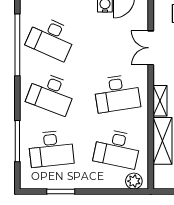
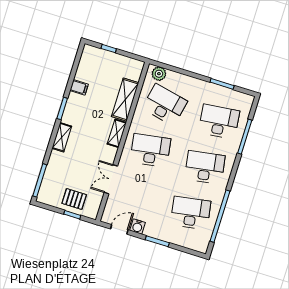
desk: (51, 38) -> (191, 213), turned -33
double door: (151, 48) -> (111, 179), swing flipped
desk: (51, 93) -> (205, 167), turned -30

